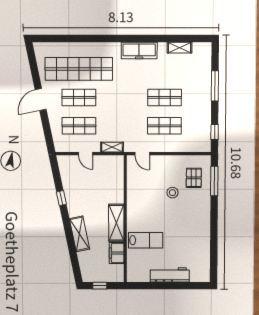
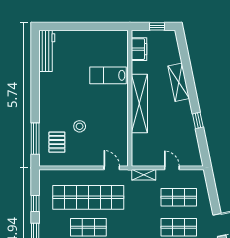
shop shelf: (164, 126) -> (88, 197), width x2.00, depth x1.36
window: (215, 132) -> (35, 204), moved
shelving: (116, 223) -> (139, 103), width x1.47
filing cabinet: (117, 253) -> (139, 49), moved
workbench: (170, 275) -> (47, 51), moved, turned -90

